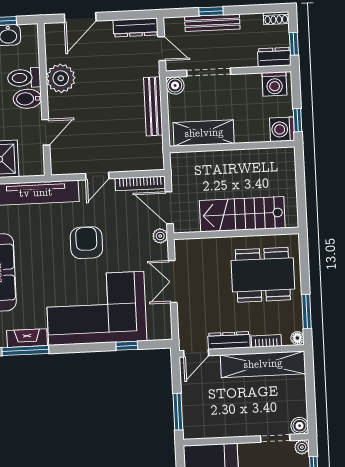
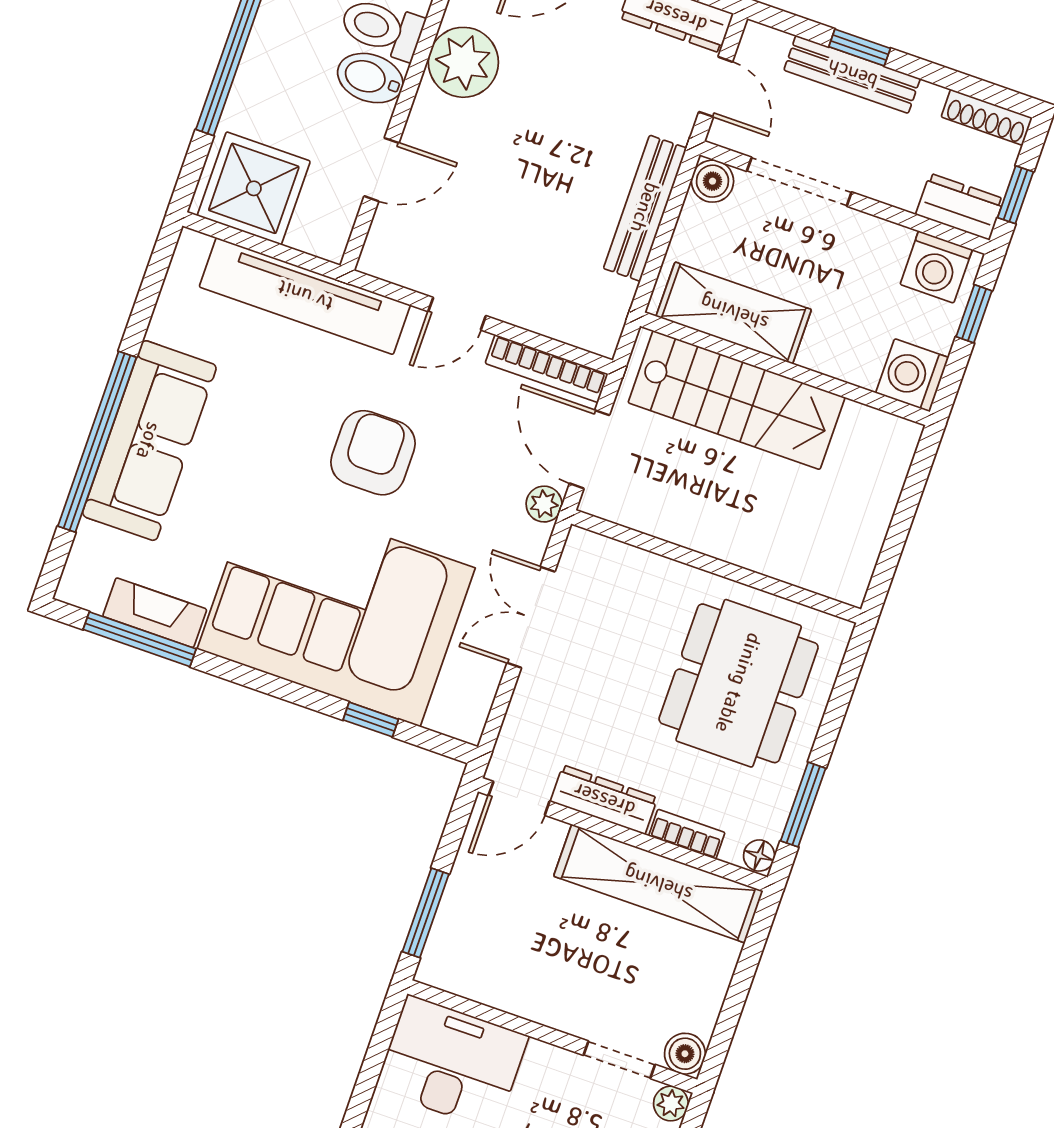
shoe rack: (276, 18) -> (987, 117), width x1.43
window: (297, 120) -> (974, 314), moved
stairs: (242, 214) -> (737, 400), moved, turned 180
dining table: (263, 275) -> (739, 683), turned 90

